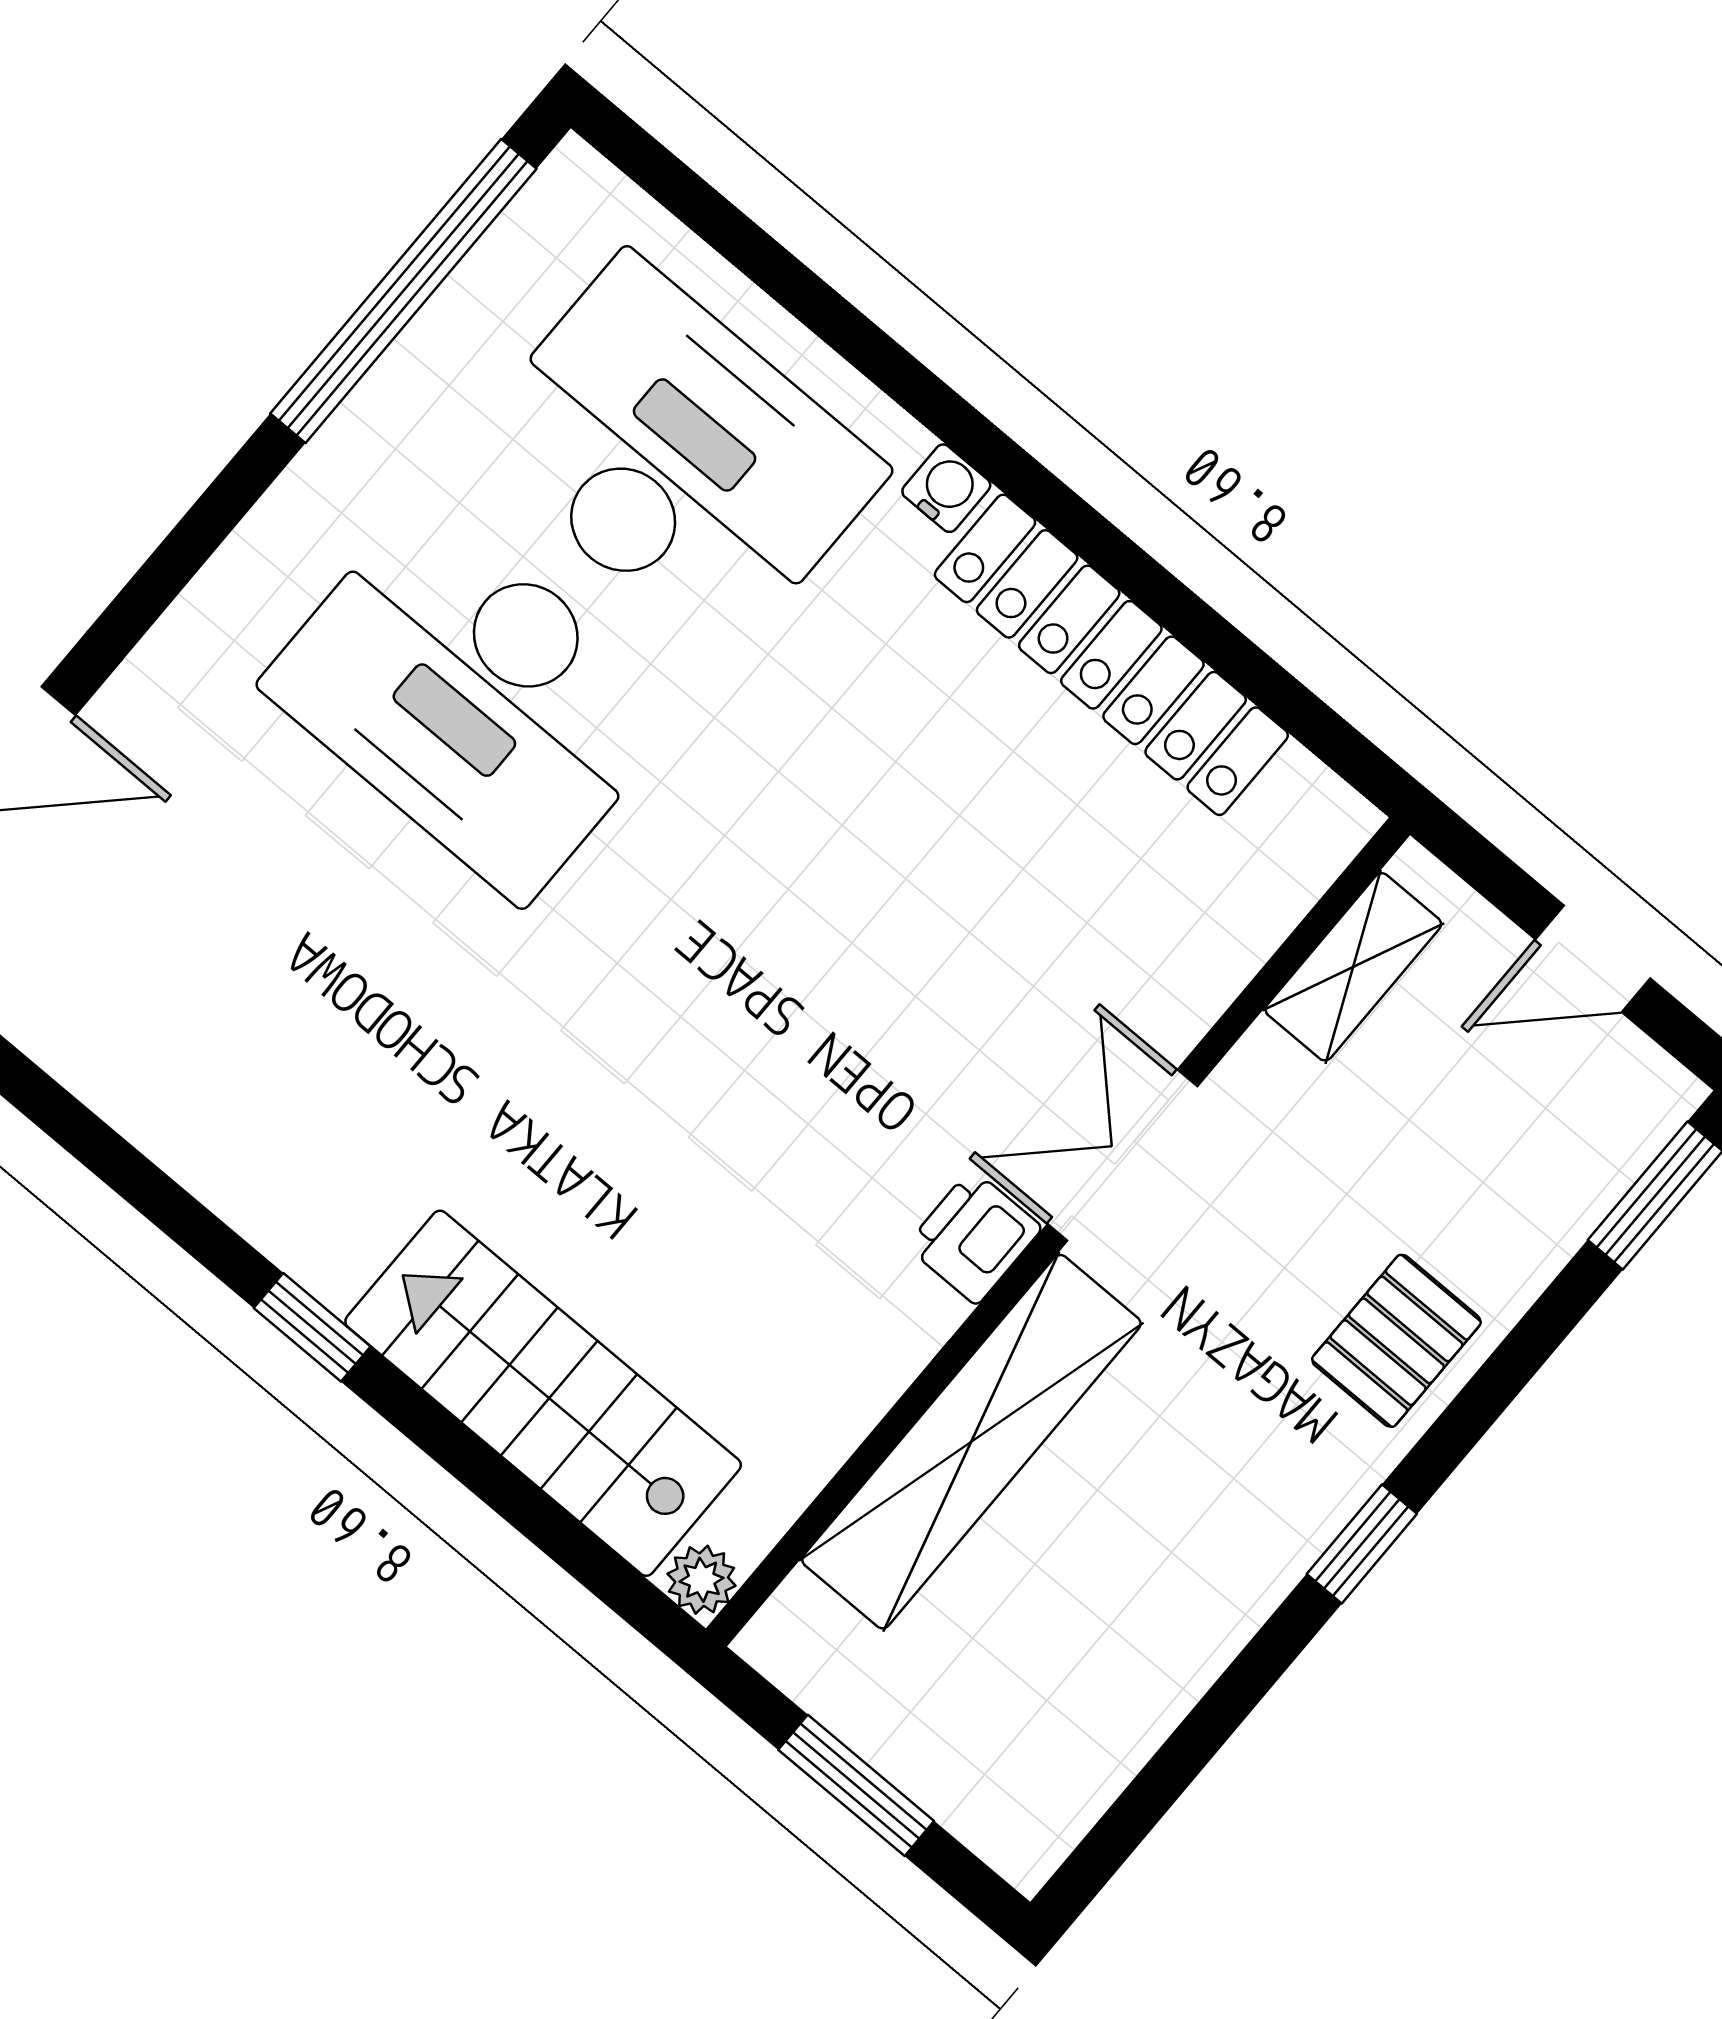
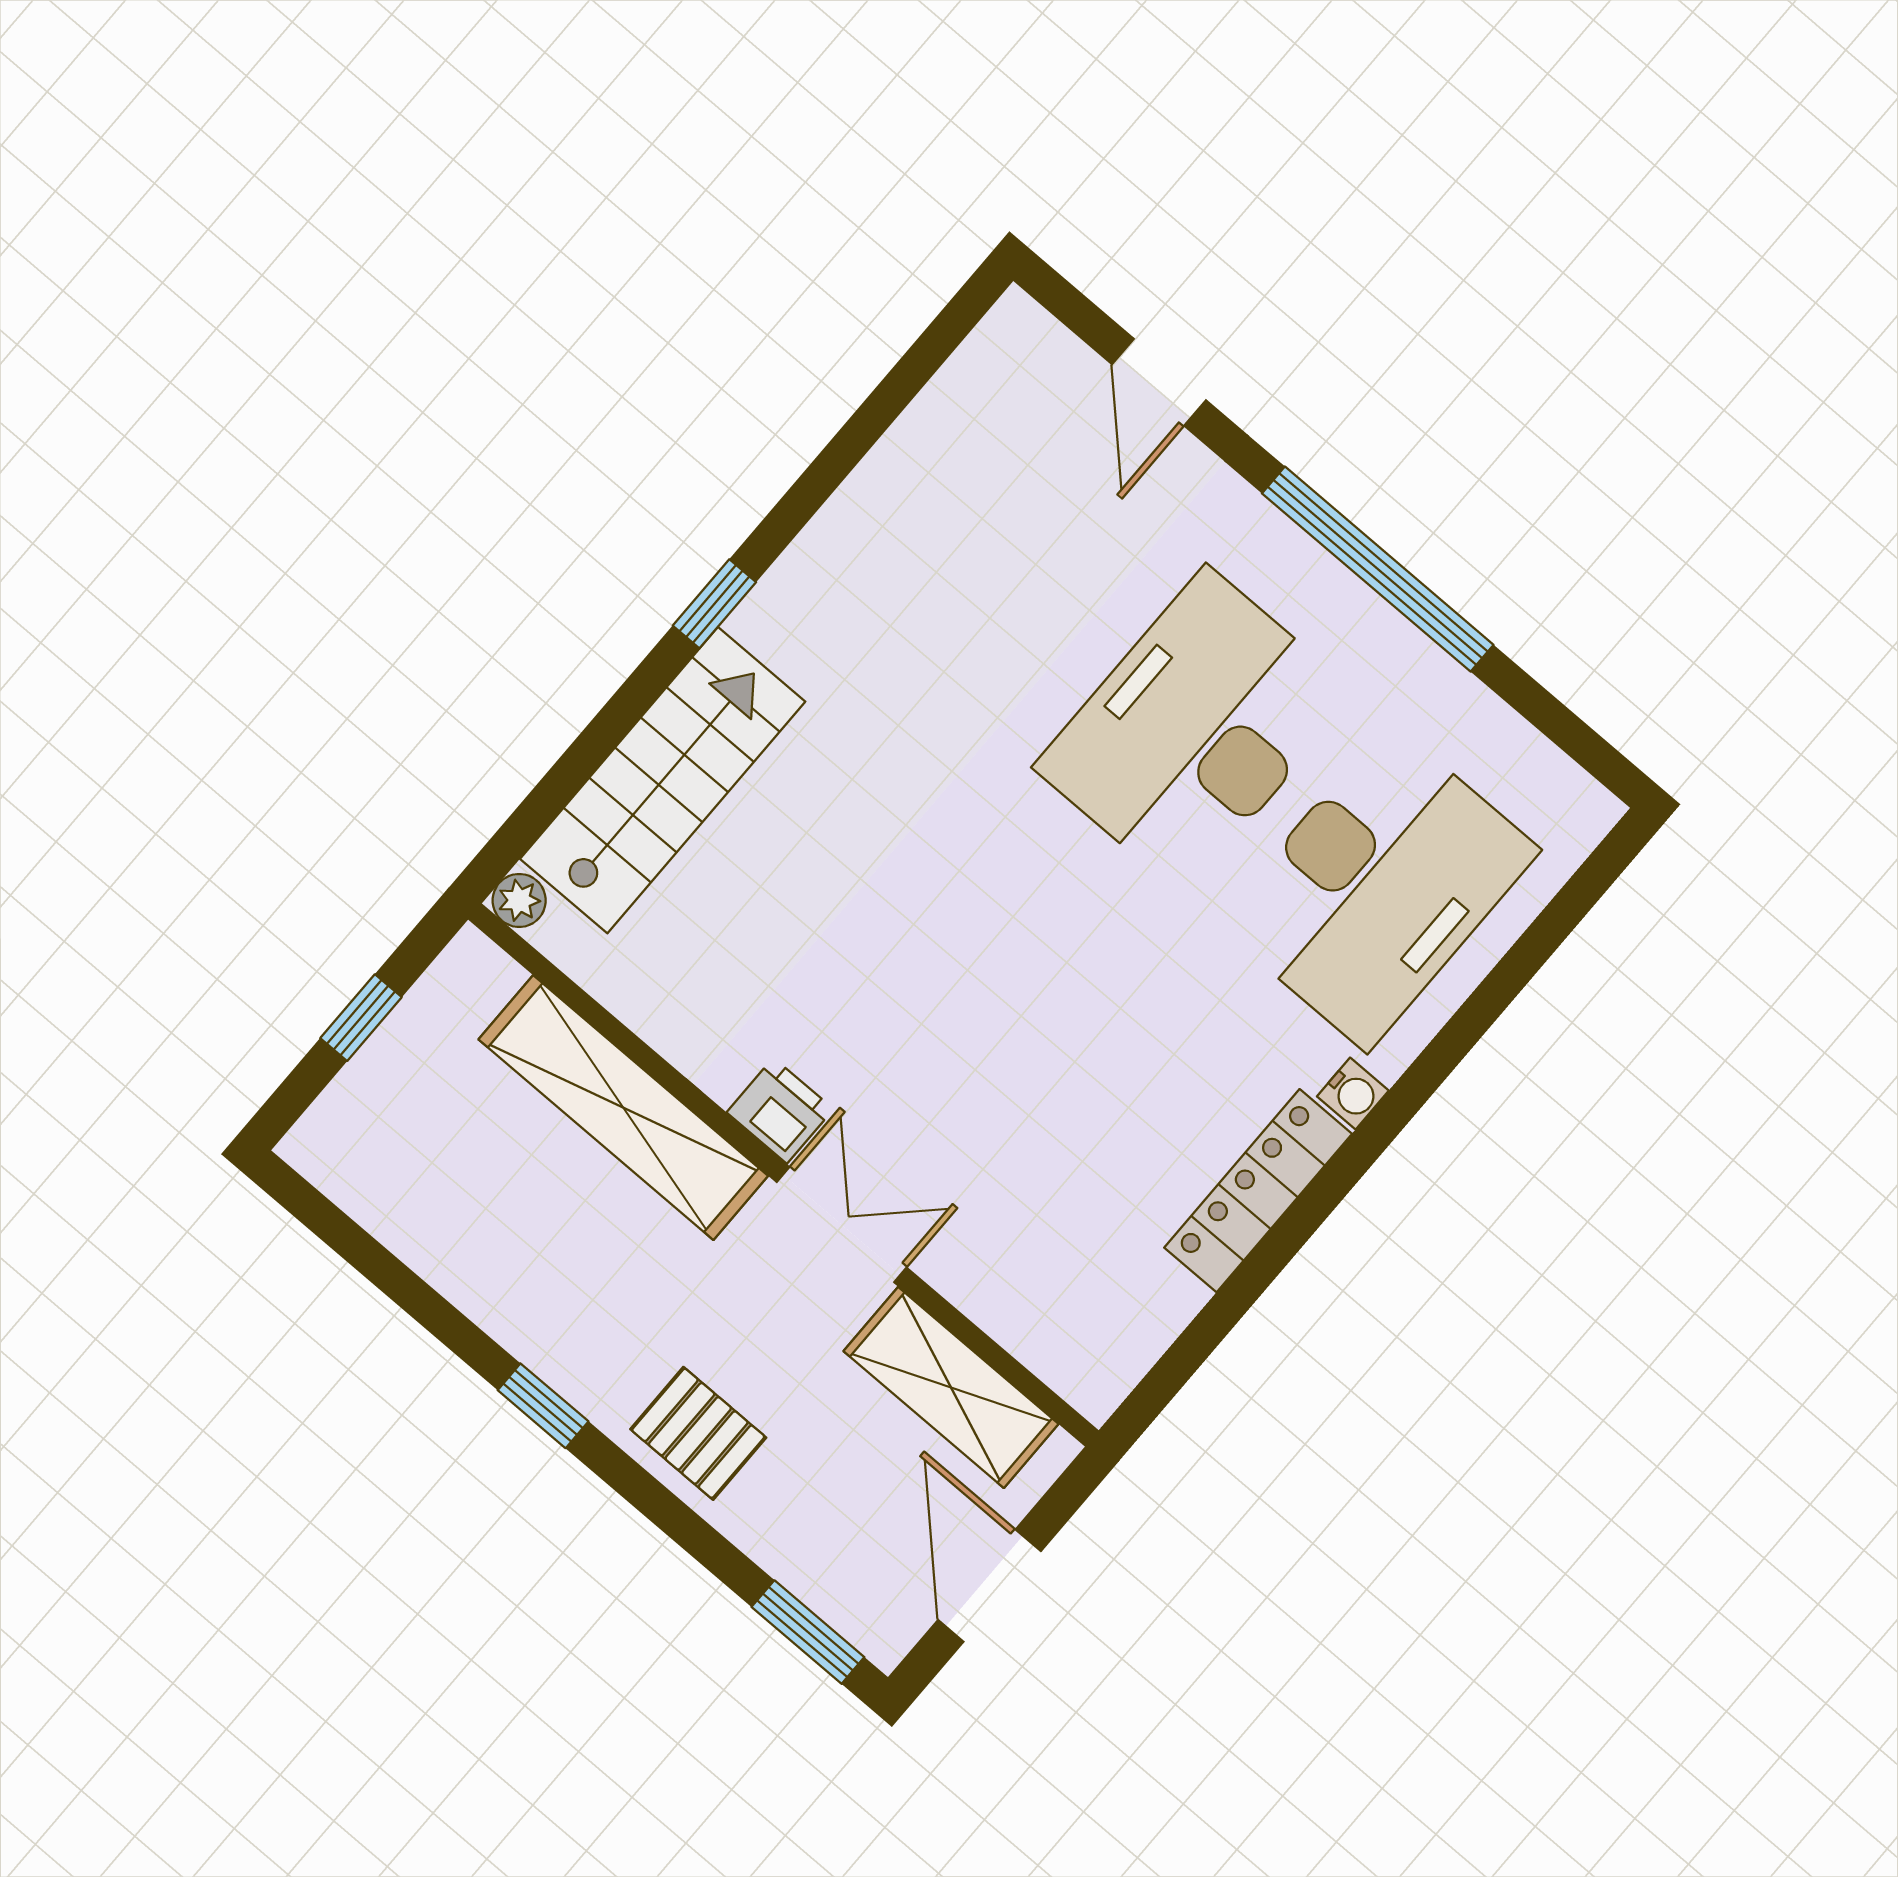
window: (403, 291) -> (1378, 569), moved
locker: (1111, 655) -> (1258, 1191), width x0.71, depth x0.83
door: (1593, 959) -> (989, 1586), width x1.37
shelving: (1353, 967) -> (951, 1387), width x1.50, depth x1.33
window: (856, 1785) -> (361, 1018), width x0.67

